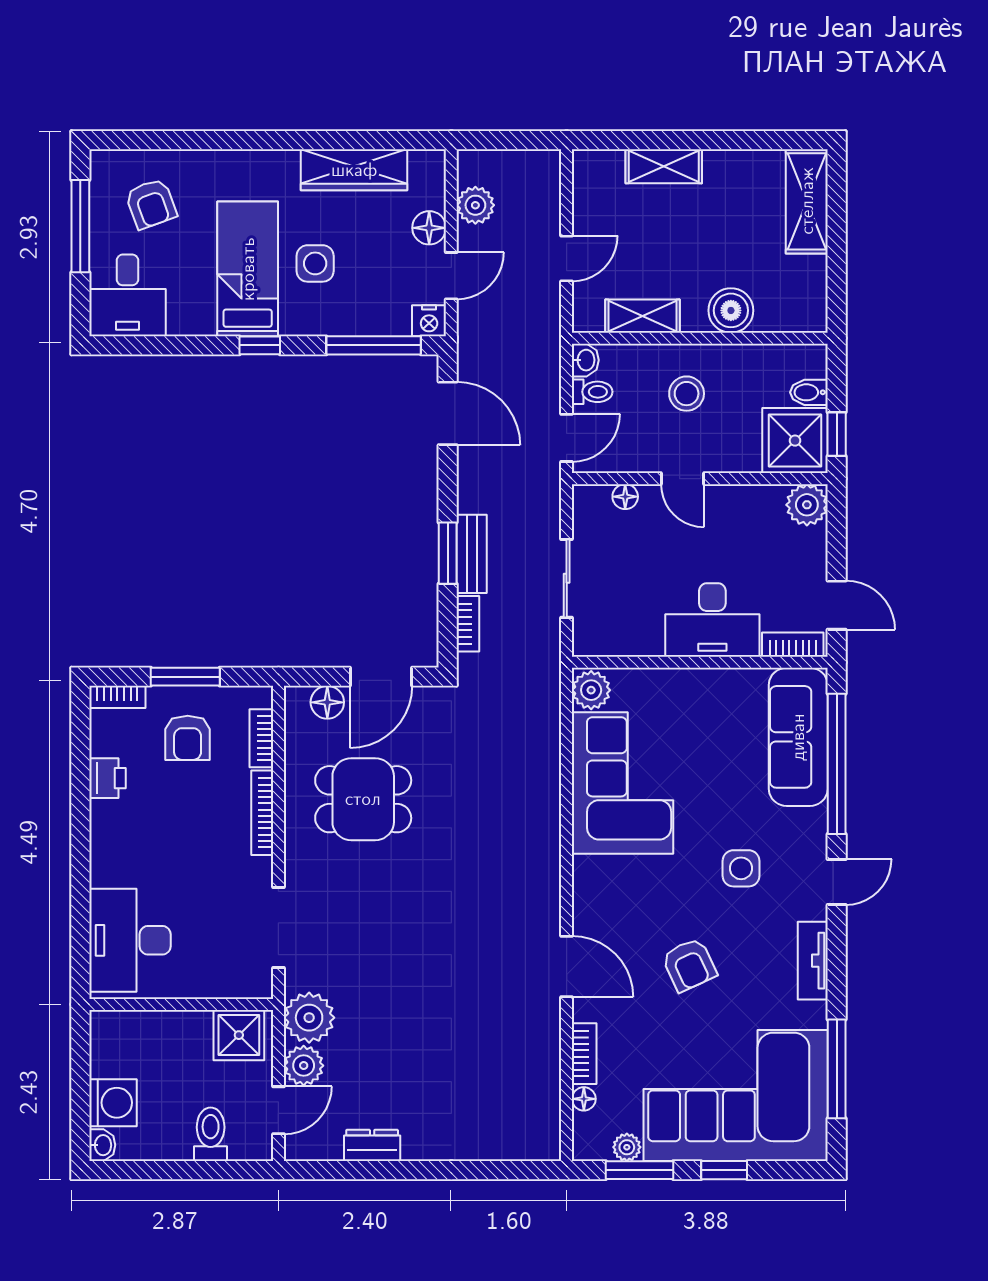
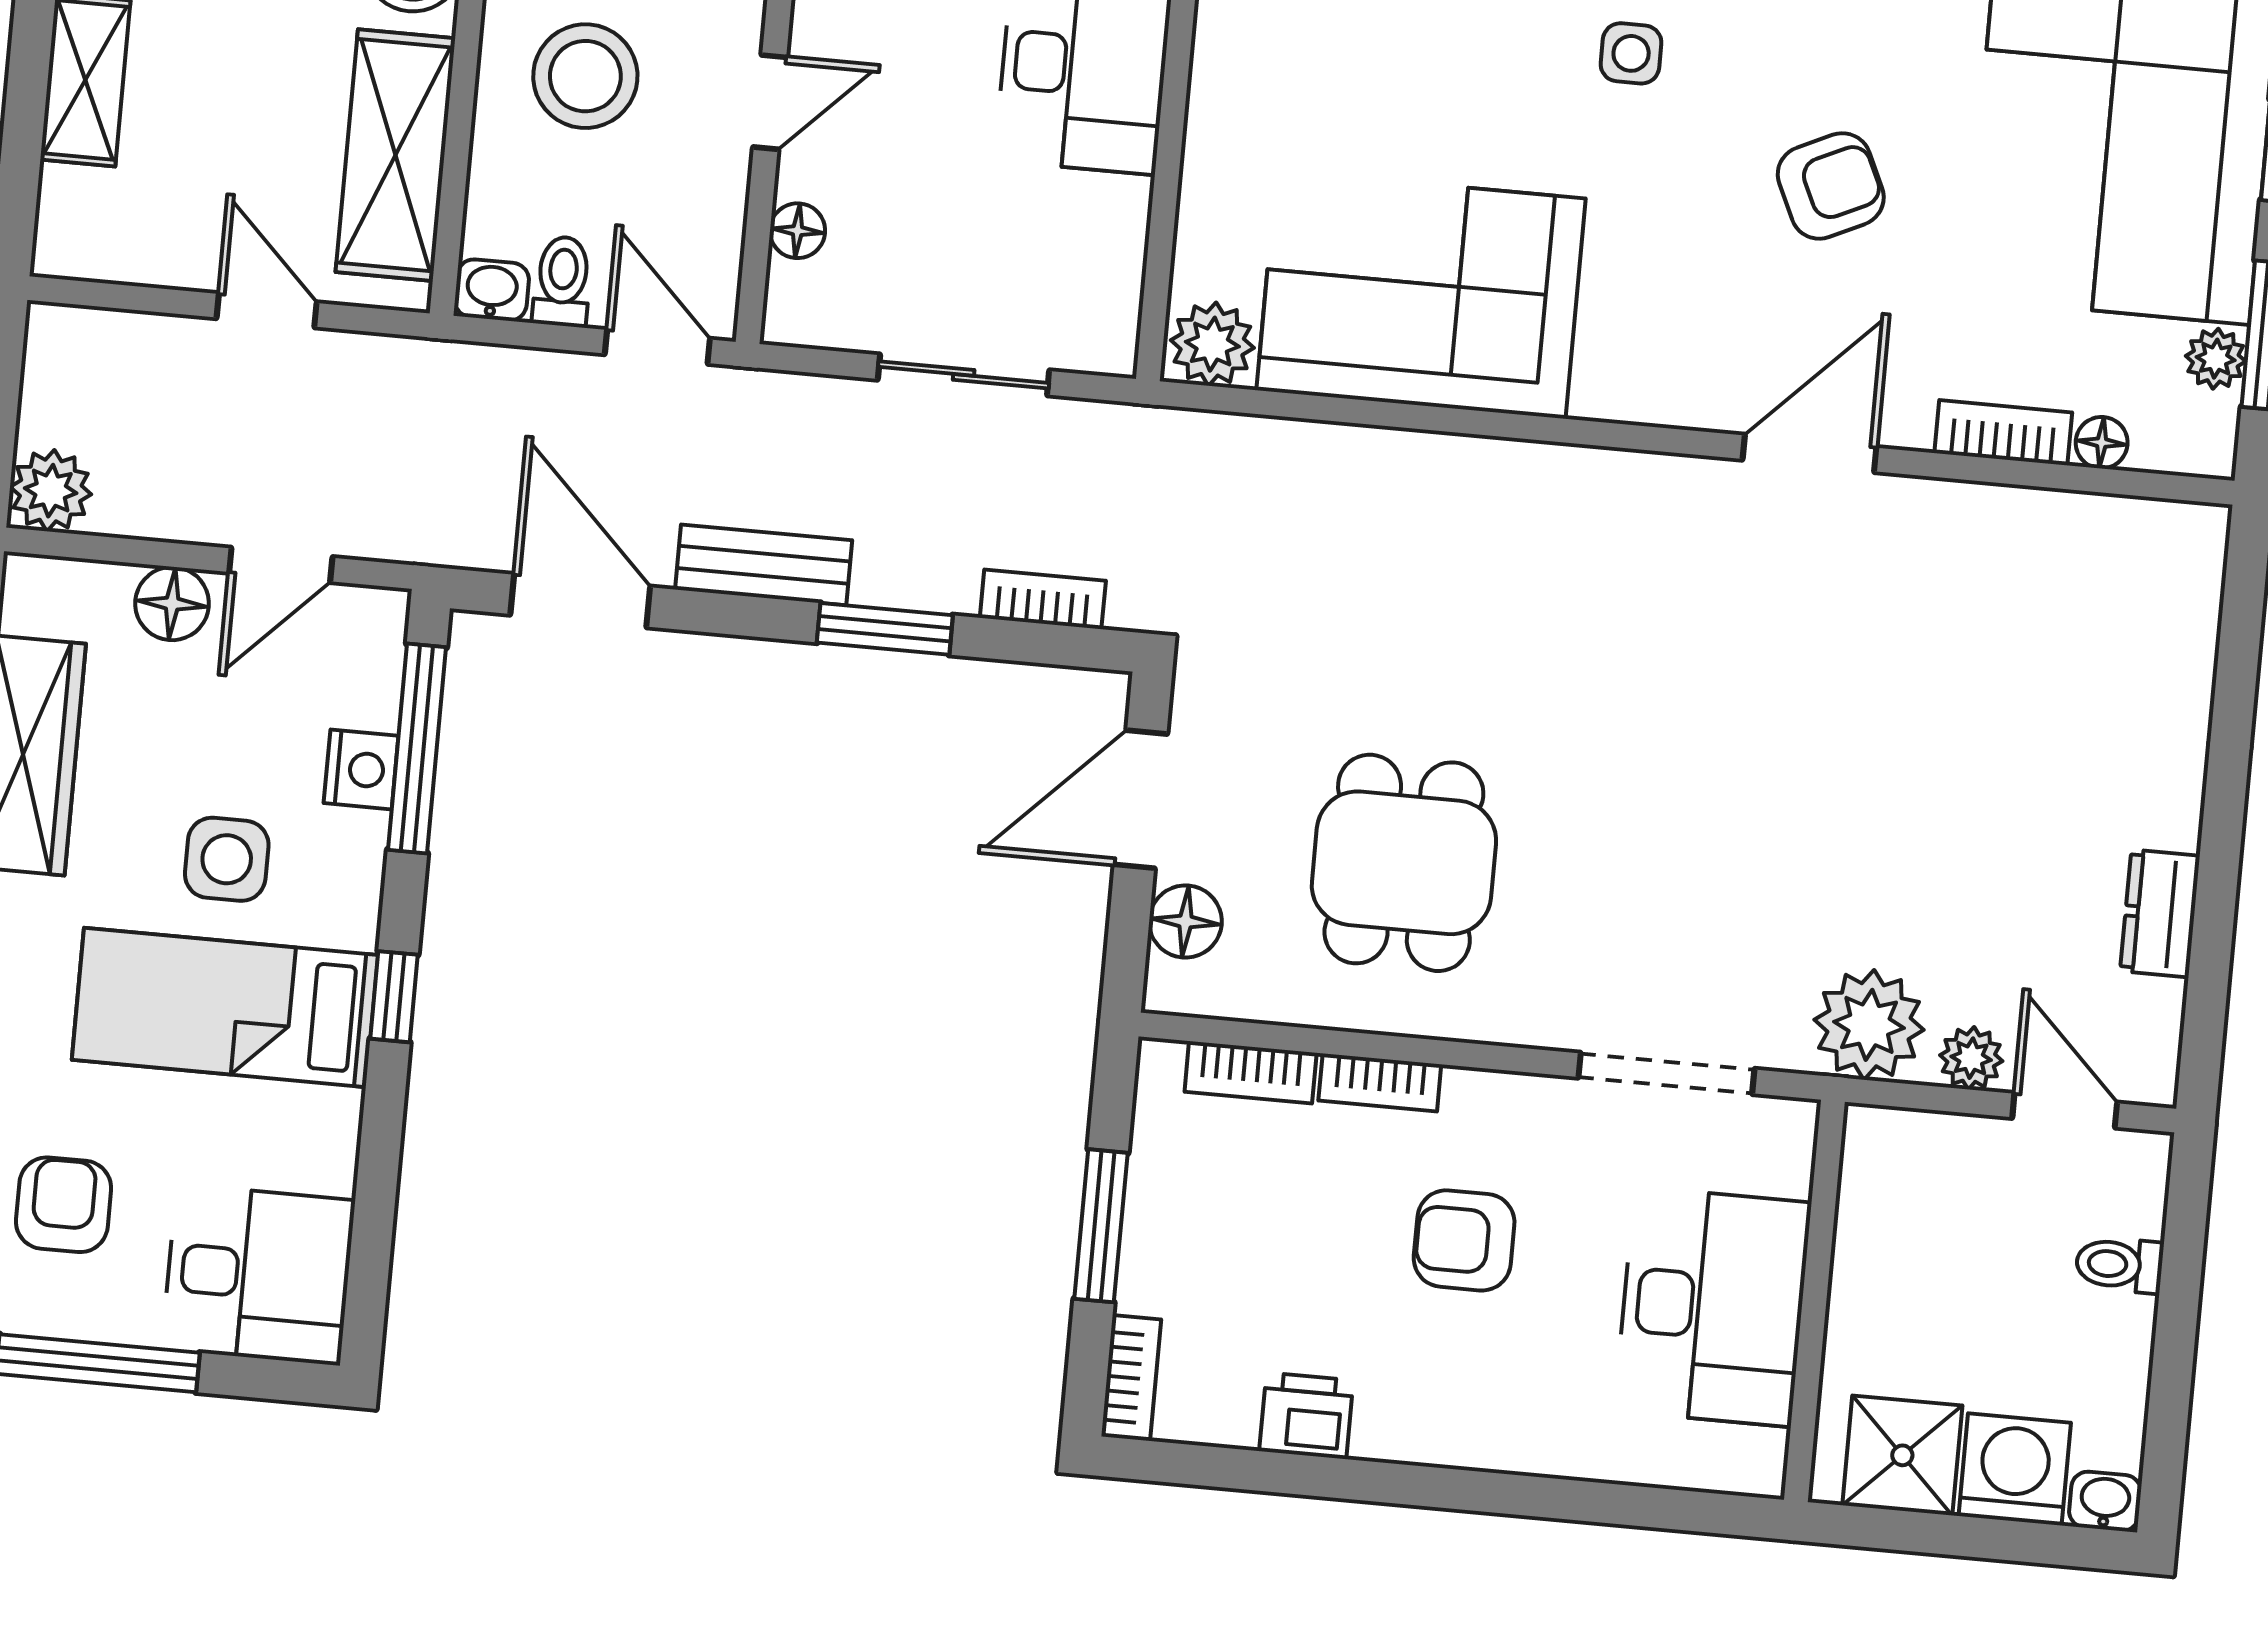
armchair: (151, 204) -> (64, 1205), turned -70
plant: (475, 205) -> (51, 491), moved
door: (451, 276) -> (281, 565), swing flipped
shelving: (643, 316) -> (395, 155), width x1.50, depth x1.33
nightstand: (429, 321) -> (361, 769), moved
stool: (687, 394) -> (585, 76), width x1.38, depth x1.38
door: (448, 413) -> (580, 601), hinge flipped
bench: (472, 554) -> (764, 565), moved
door: (381, 677) -> (1141, 799), swing flipped
armchair: (188, 738) -> (1464, 1240), moved, turned 180
bookcase: (262, 813) -> (1380, 1083), width x0.64
side table: (741, 868) -> (1631, 53), width x0.73, depth x0.73
desk: (130, 940) -> (1713, 1307), moved, turned -90
shower: (239, 1035) -> (1902, 1455), moved
plant: (304, 1066) -> (1971, 1058), width x0.73, depth x0.73
toilet: (211, 1134) -> (2119, 1265), width x0.73, depth x0.72

